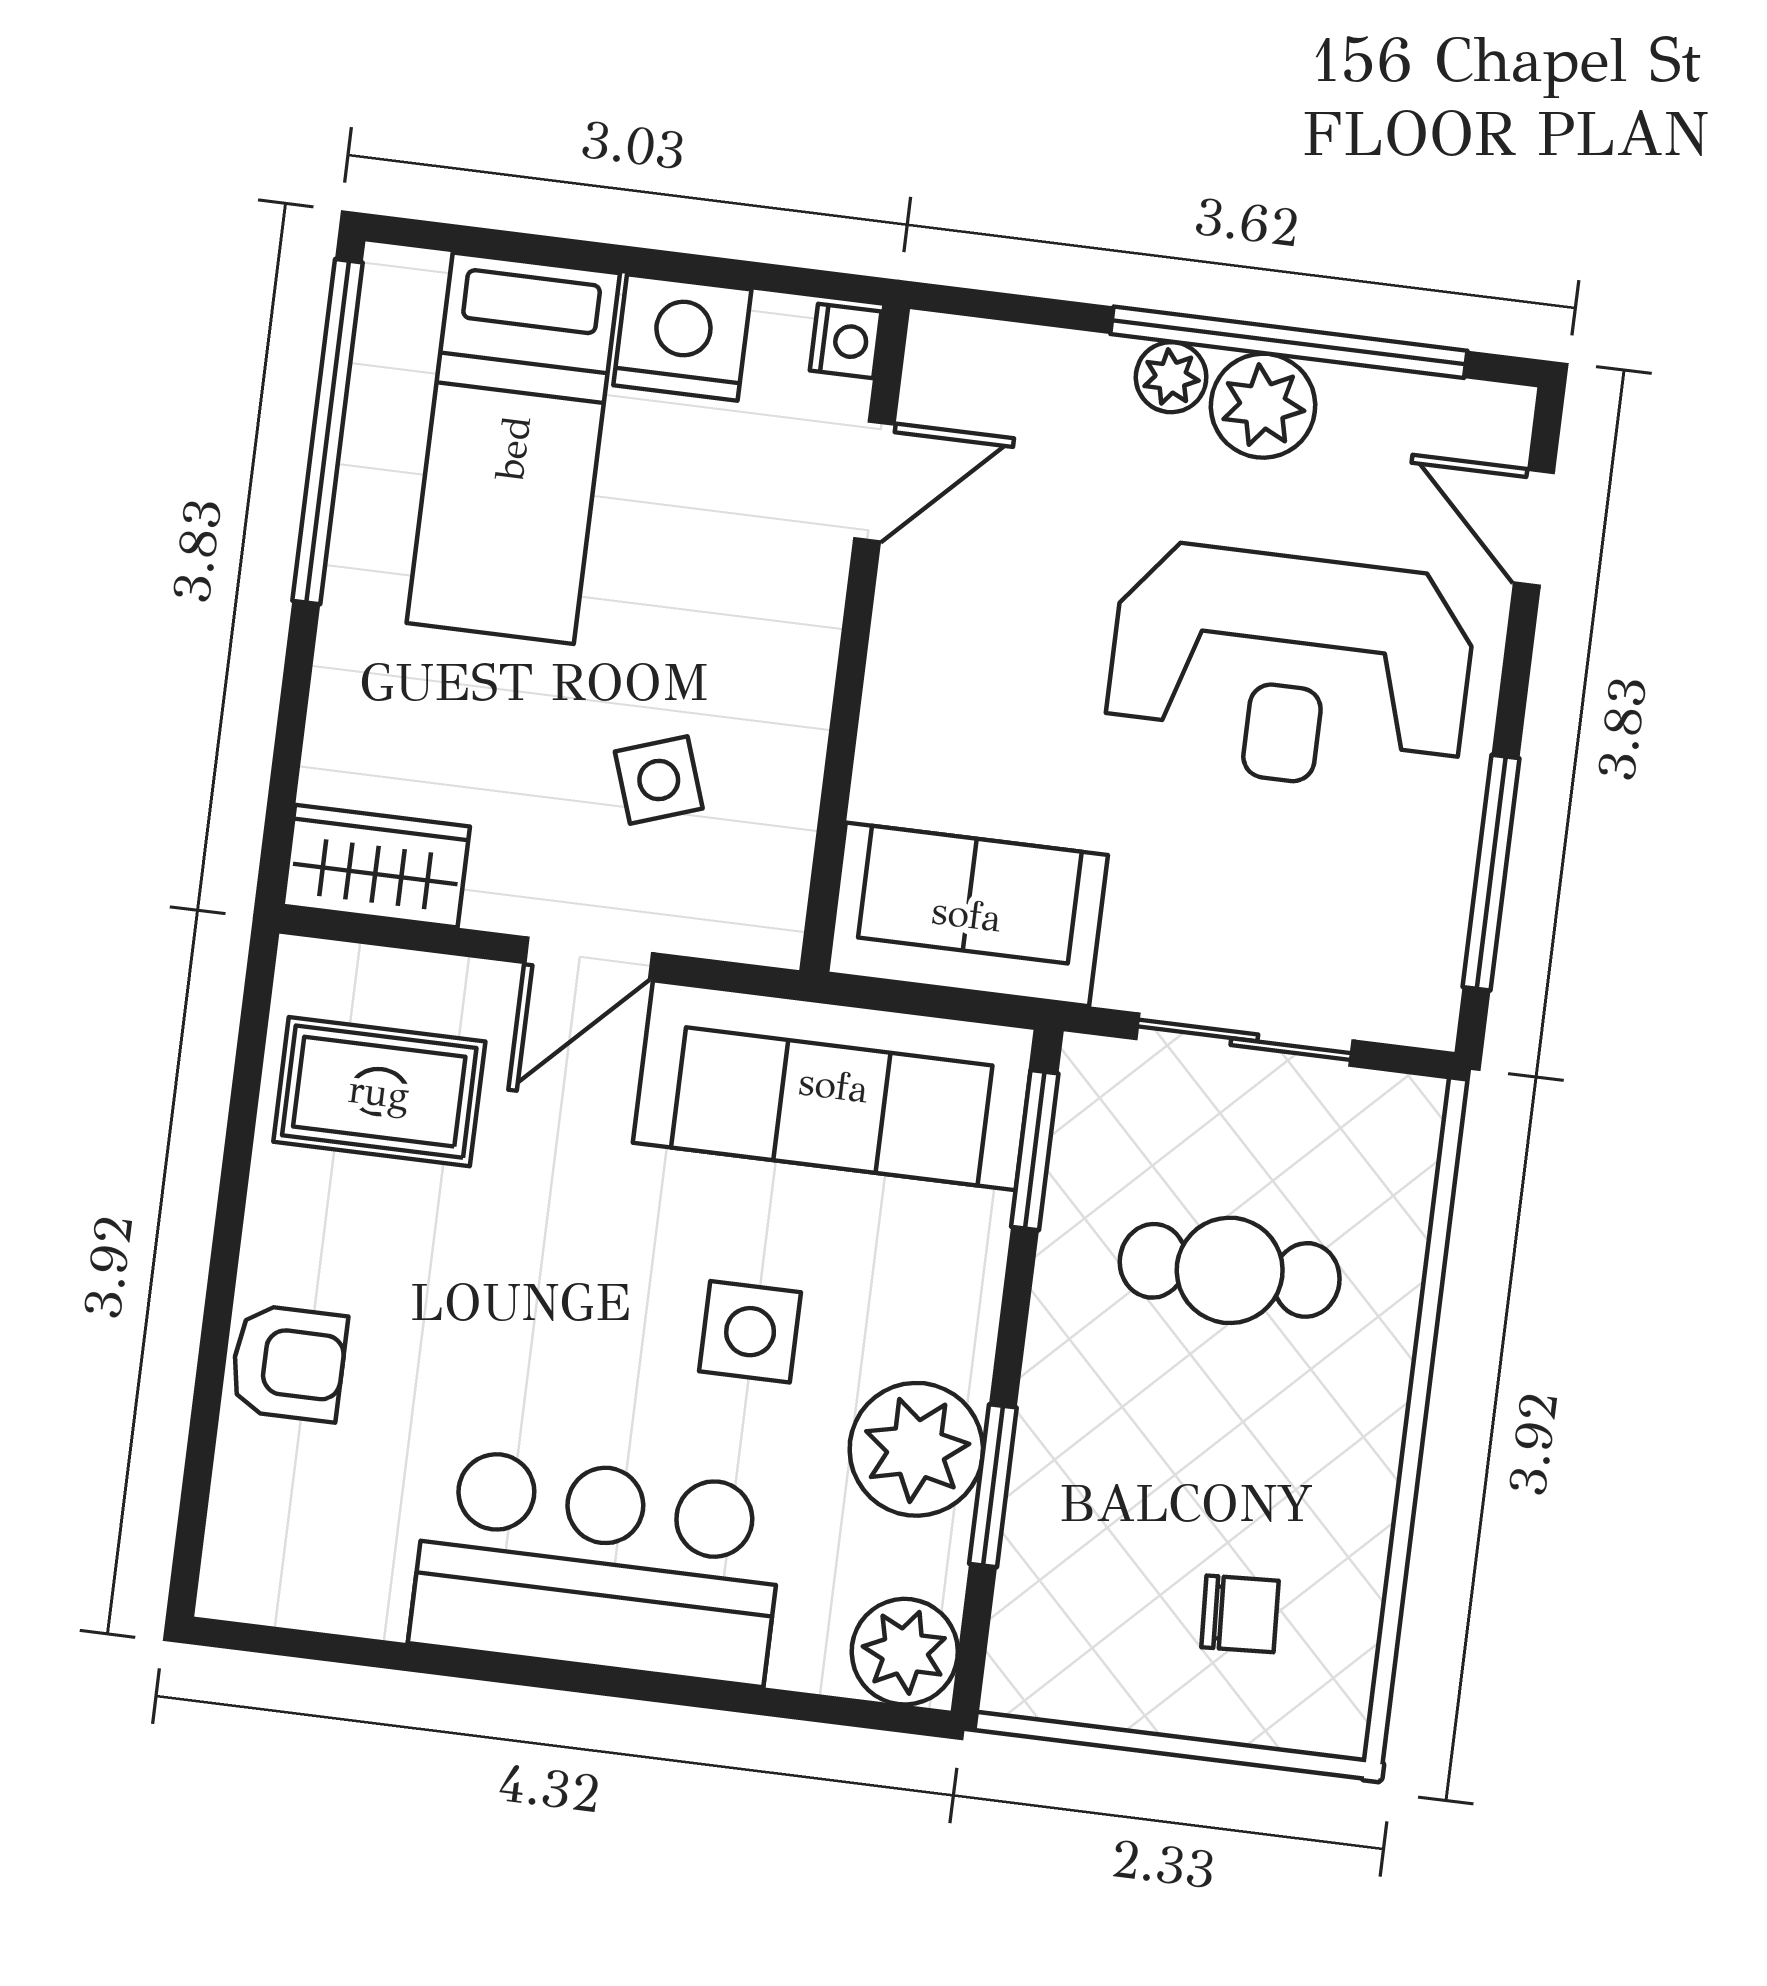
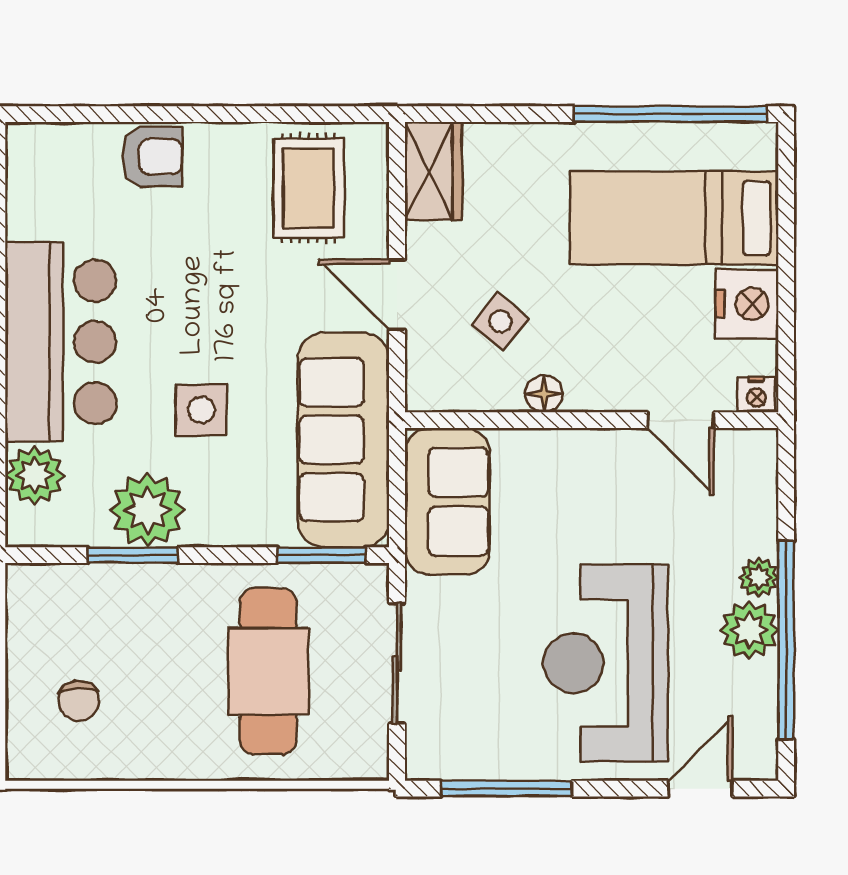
floor lamp: (797, 718) -> (544, 394), added
side table: (659, 780) -> (500, 321), turned -31
cafe table: (1230, 1270) -> (268, 671), width x1.37, depth x1.35
armchair: (288, 1363) -> (152, 157), turned -90
plant: (905, 1652) -> (35, 475), moved

